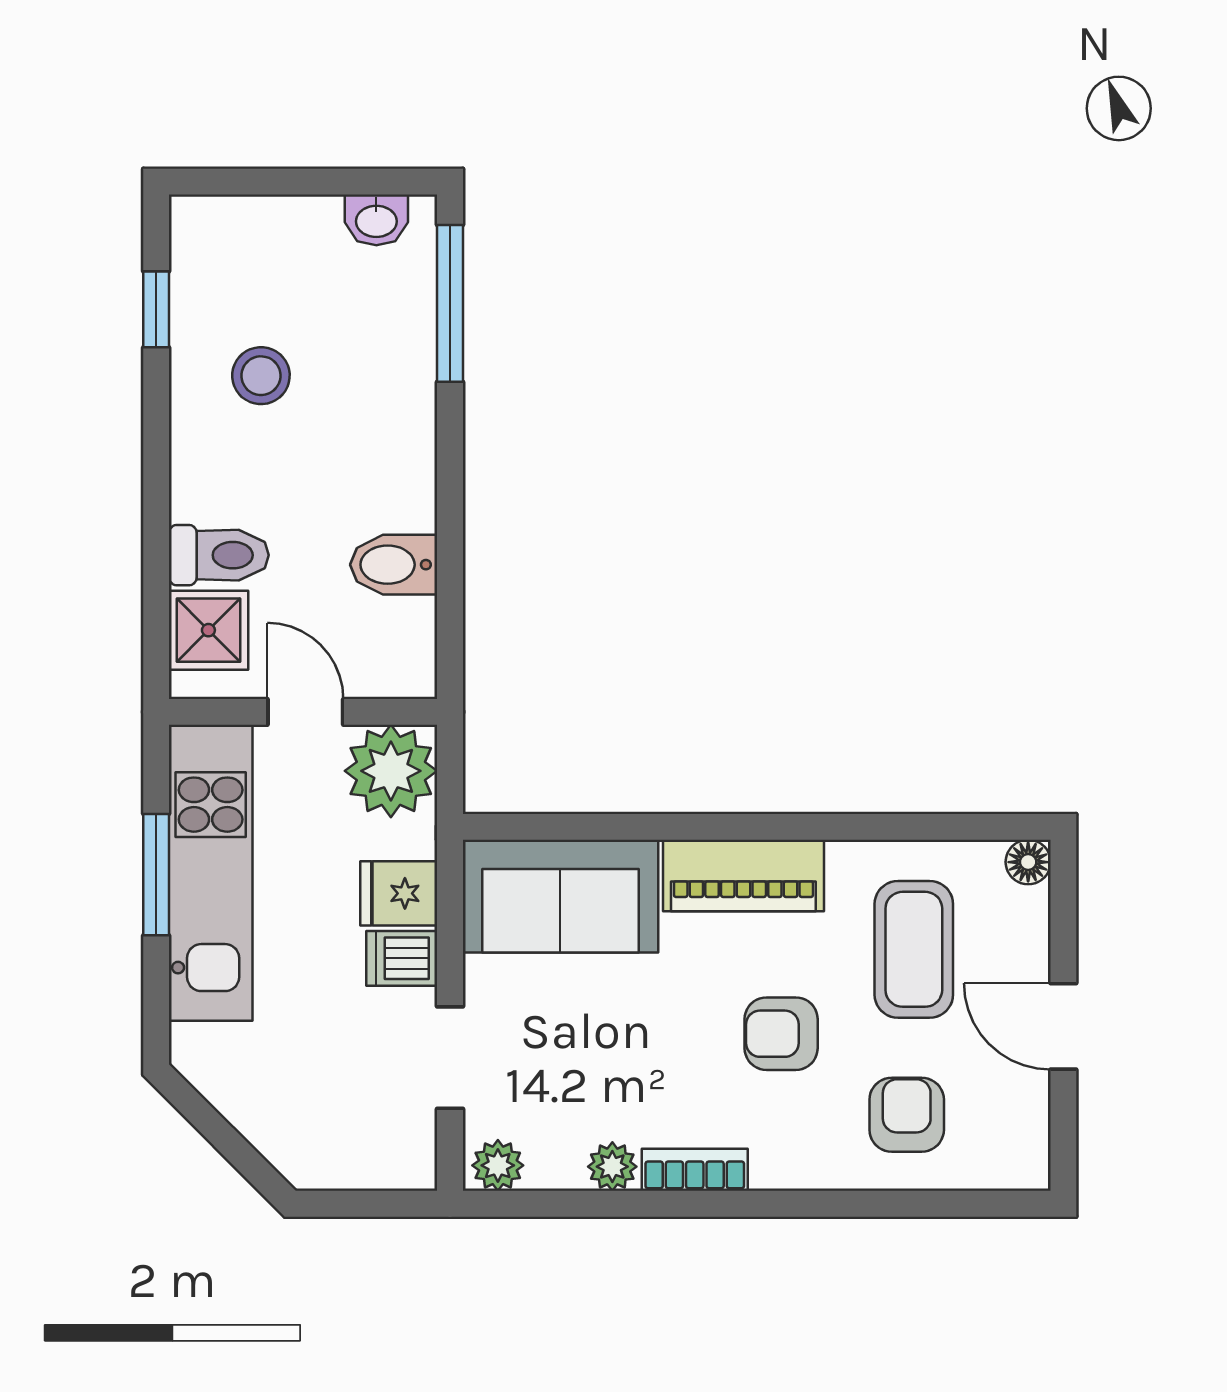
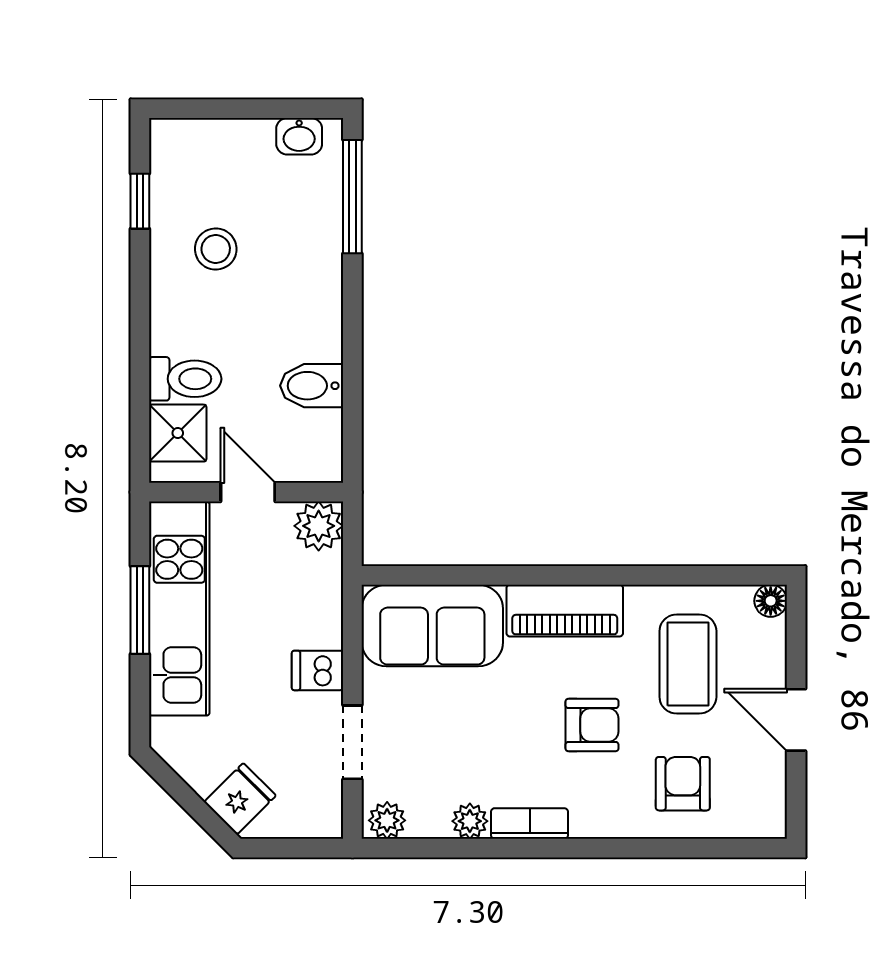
plant: (391, 771) -> (319, 526), width x0.73, depth x0.73
fridge: (399, 893) -> (240, 799), moved, turned 135
armchair: (781, 1034) -> (592, 725), turned 180

